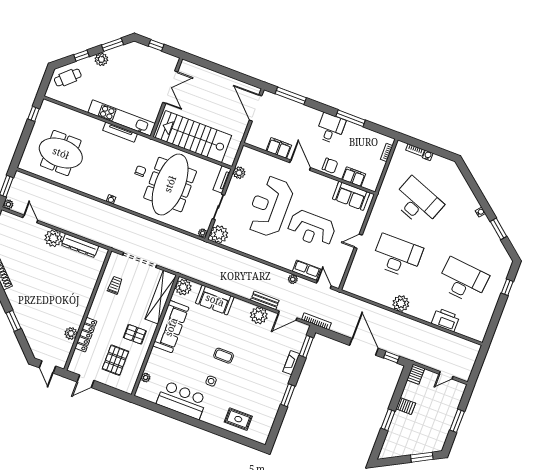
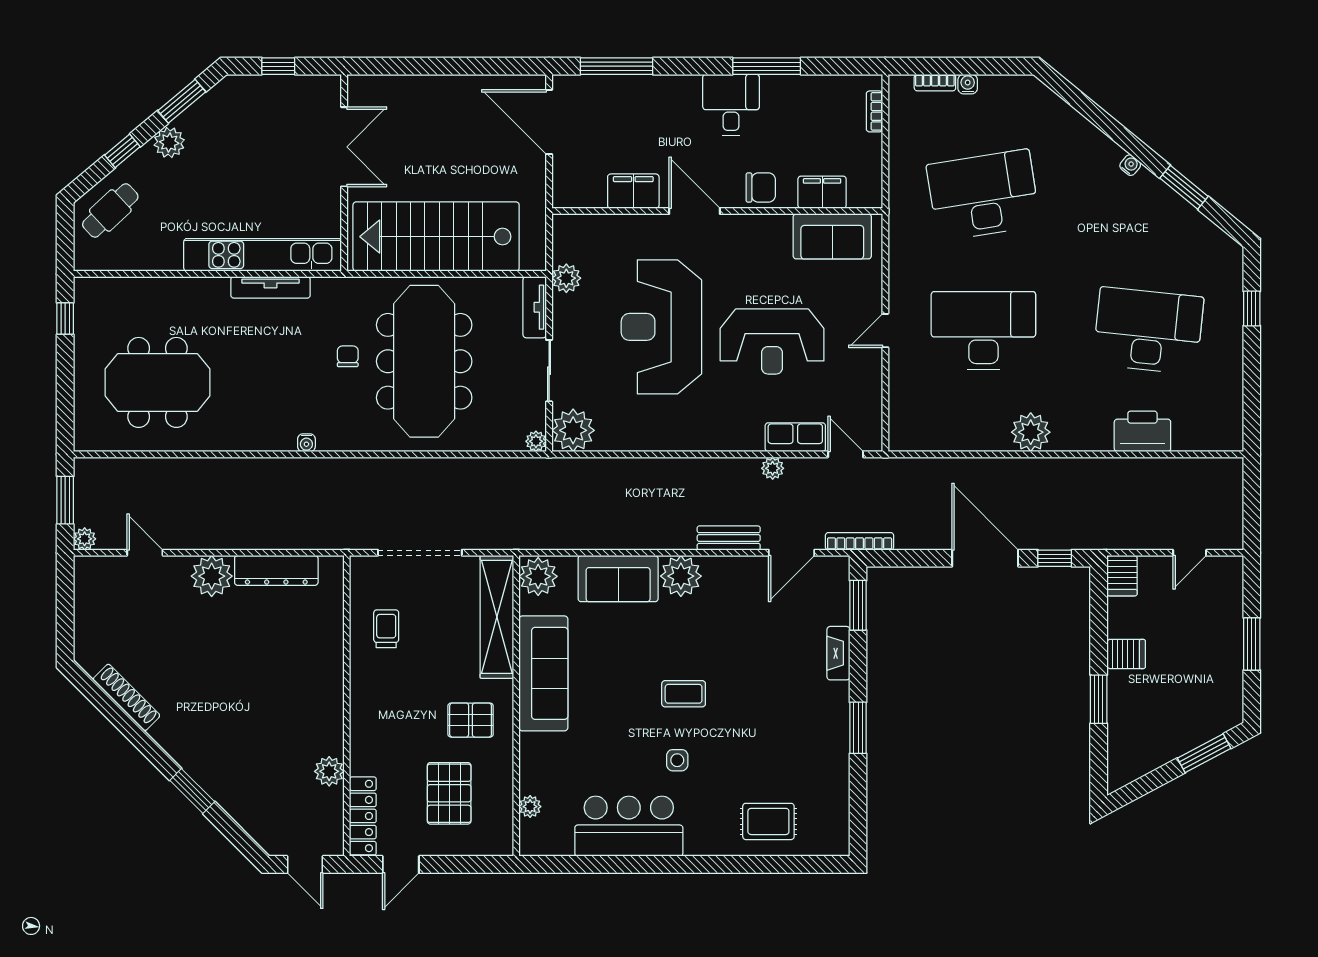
desk: (417, 202) -> (983, 195), turned -30
plant: (259, 315) -> (681, 576), moved
locker: (86, 335) -> (363, 816), moved

